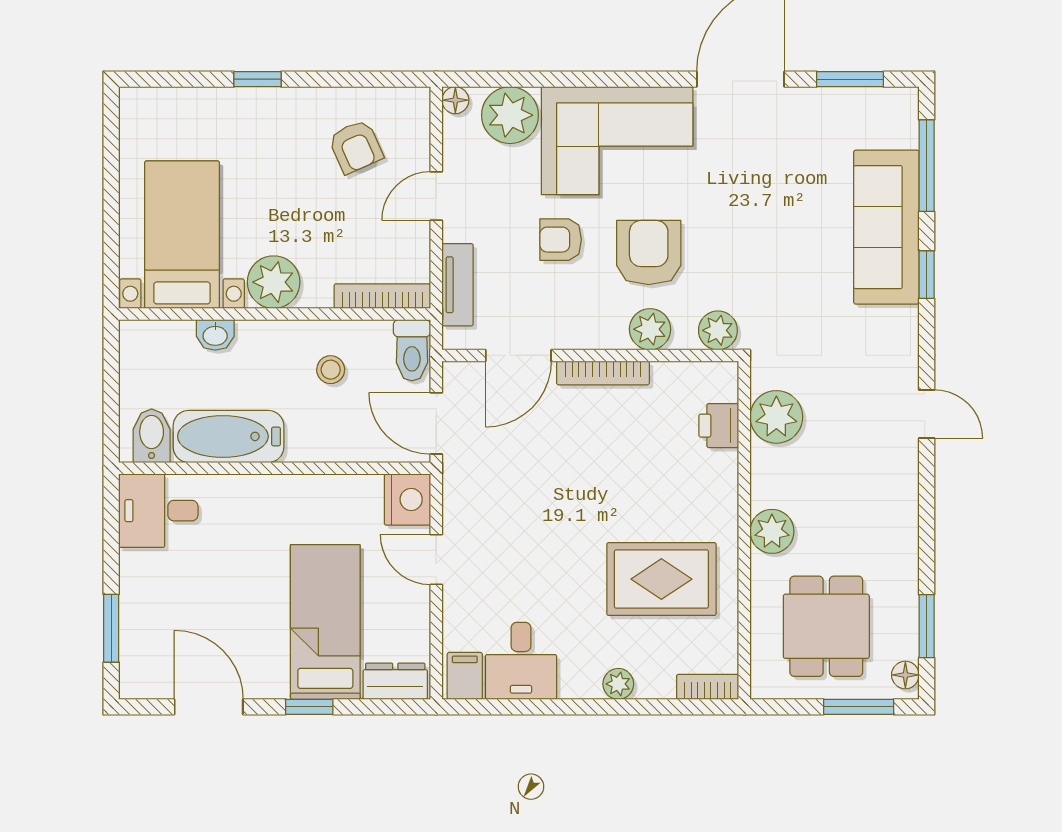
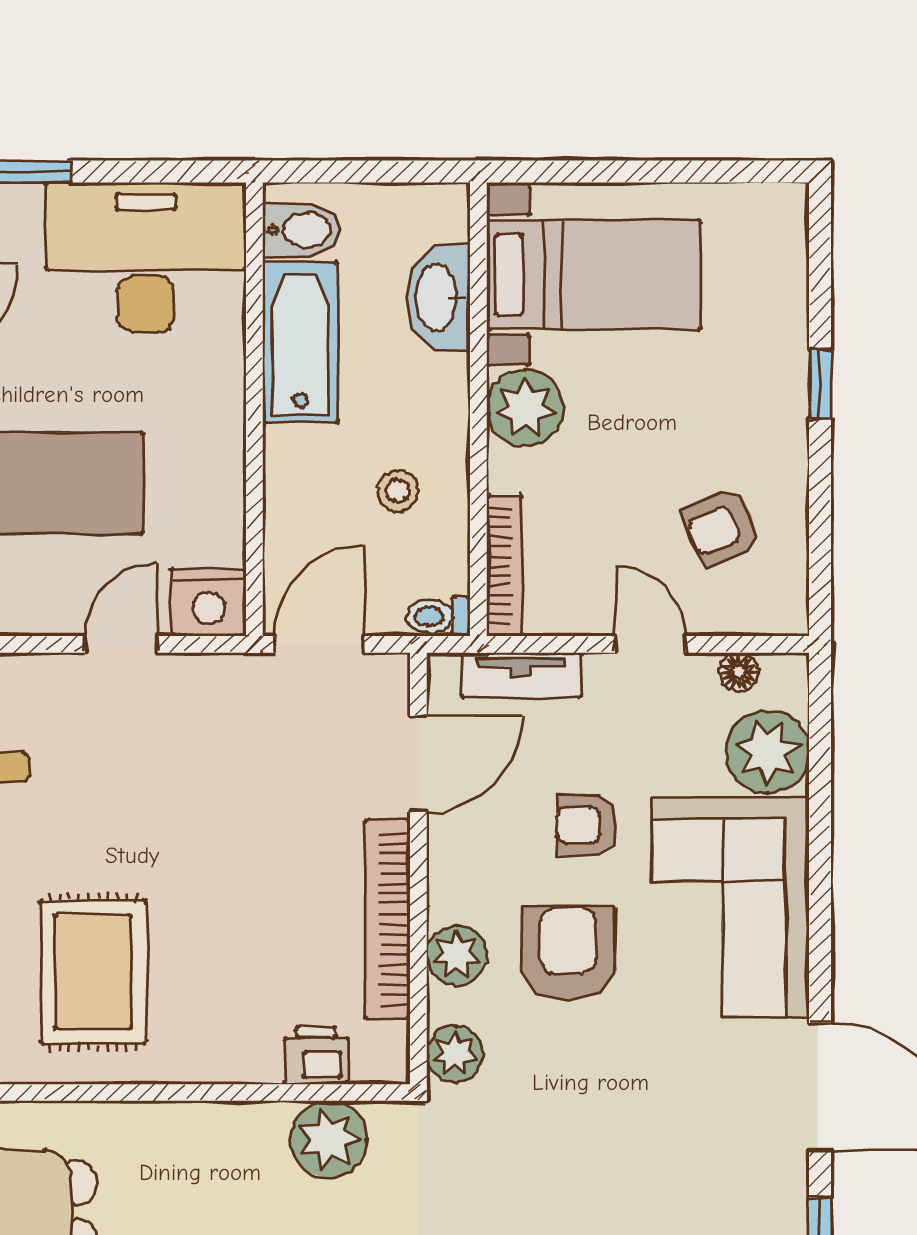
floor lamp: (455, 100) -> (739, 672), moved
armchair: (561, 240) -> (587, 825), turned -90
armchair: (649, 253) -> (568, 953), turned -90
washbasin: (215, 335) -> (438, 298), width x1.91, depth x1.45
toilet: (412, 350) -> (438, 616), width x0.73, depth x0.72
door: (518, 355) -> (418, 764), swing flipped
bookcase: (603, 373) -> (387, 919), width x1.48, depth x1.31
desk: (158, 511) -> (146, 258), width x1.87, depth x1.30
plant: (772, 531) -> (162, 1133), removed

